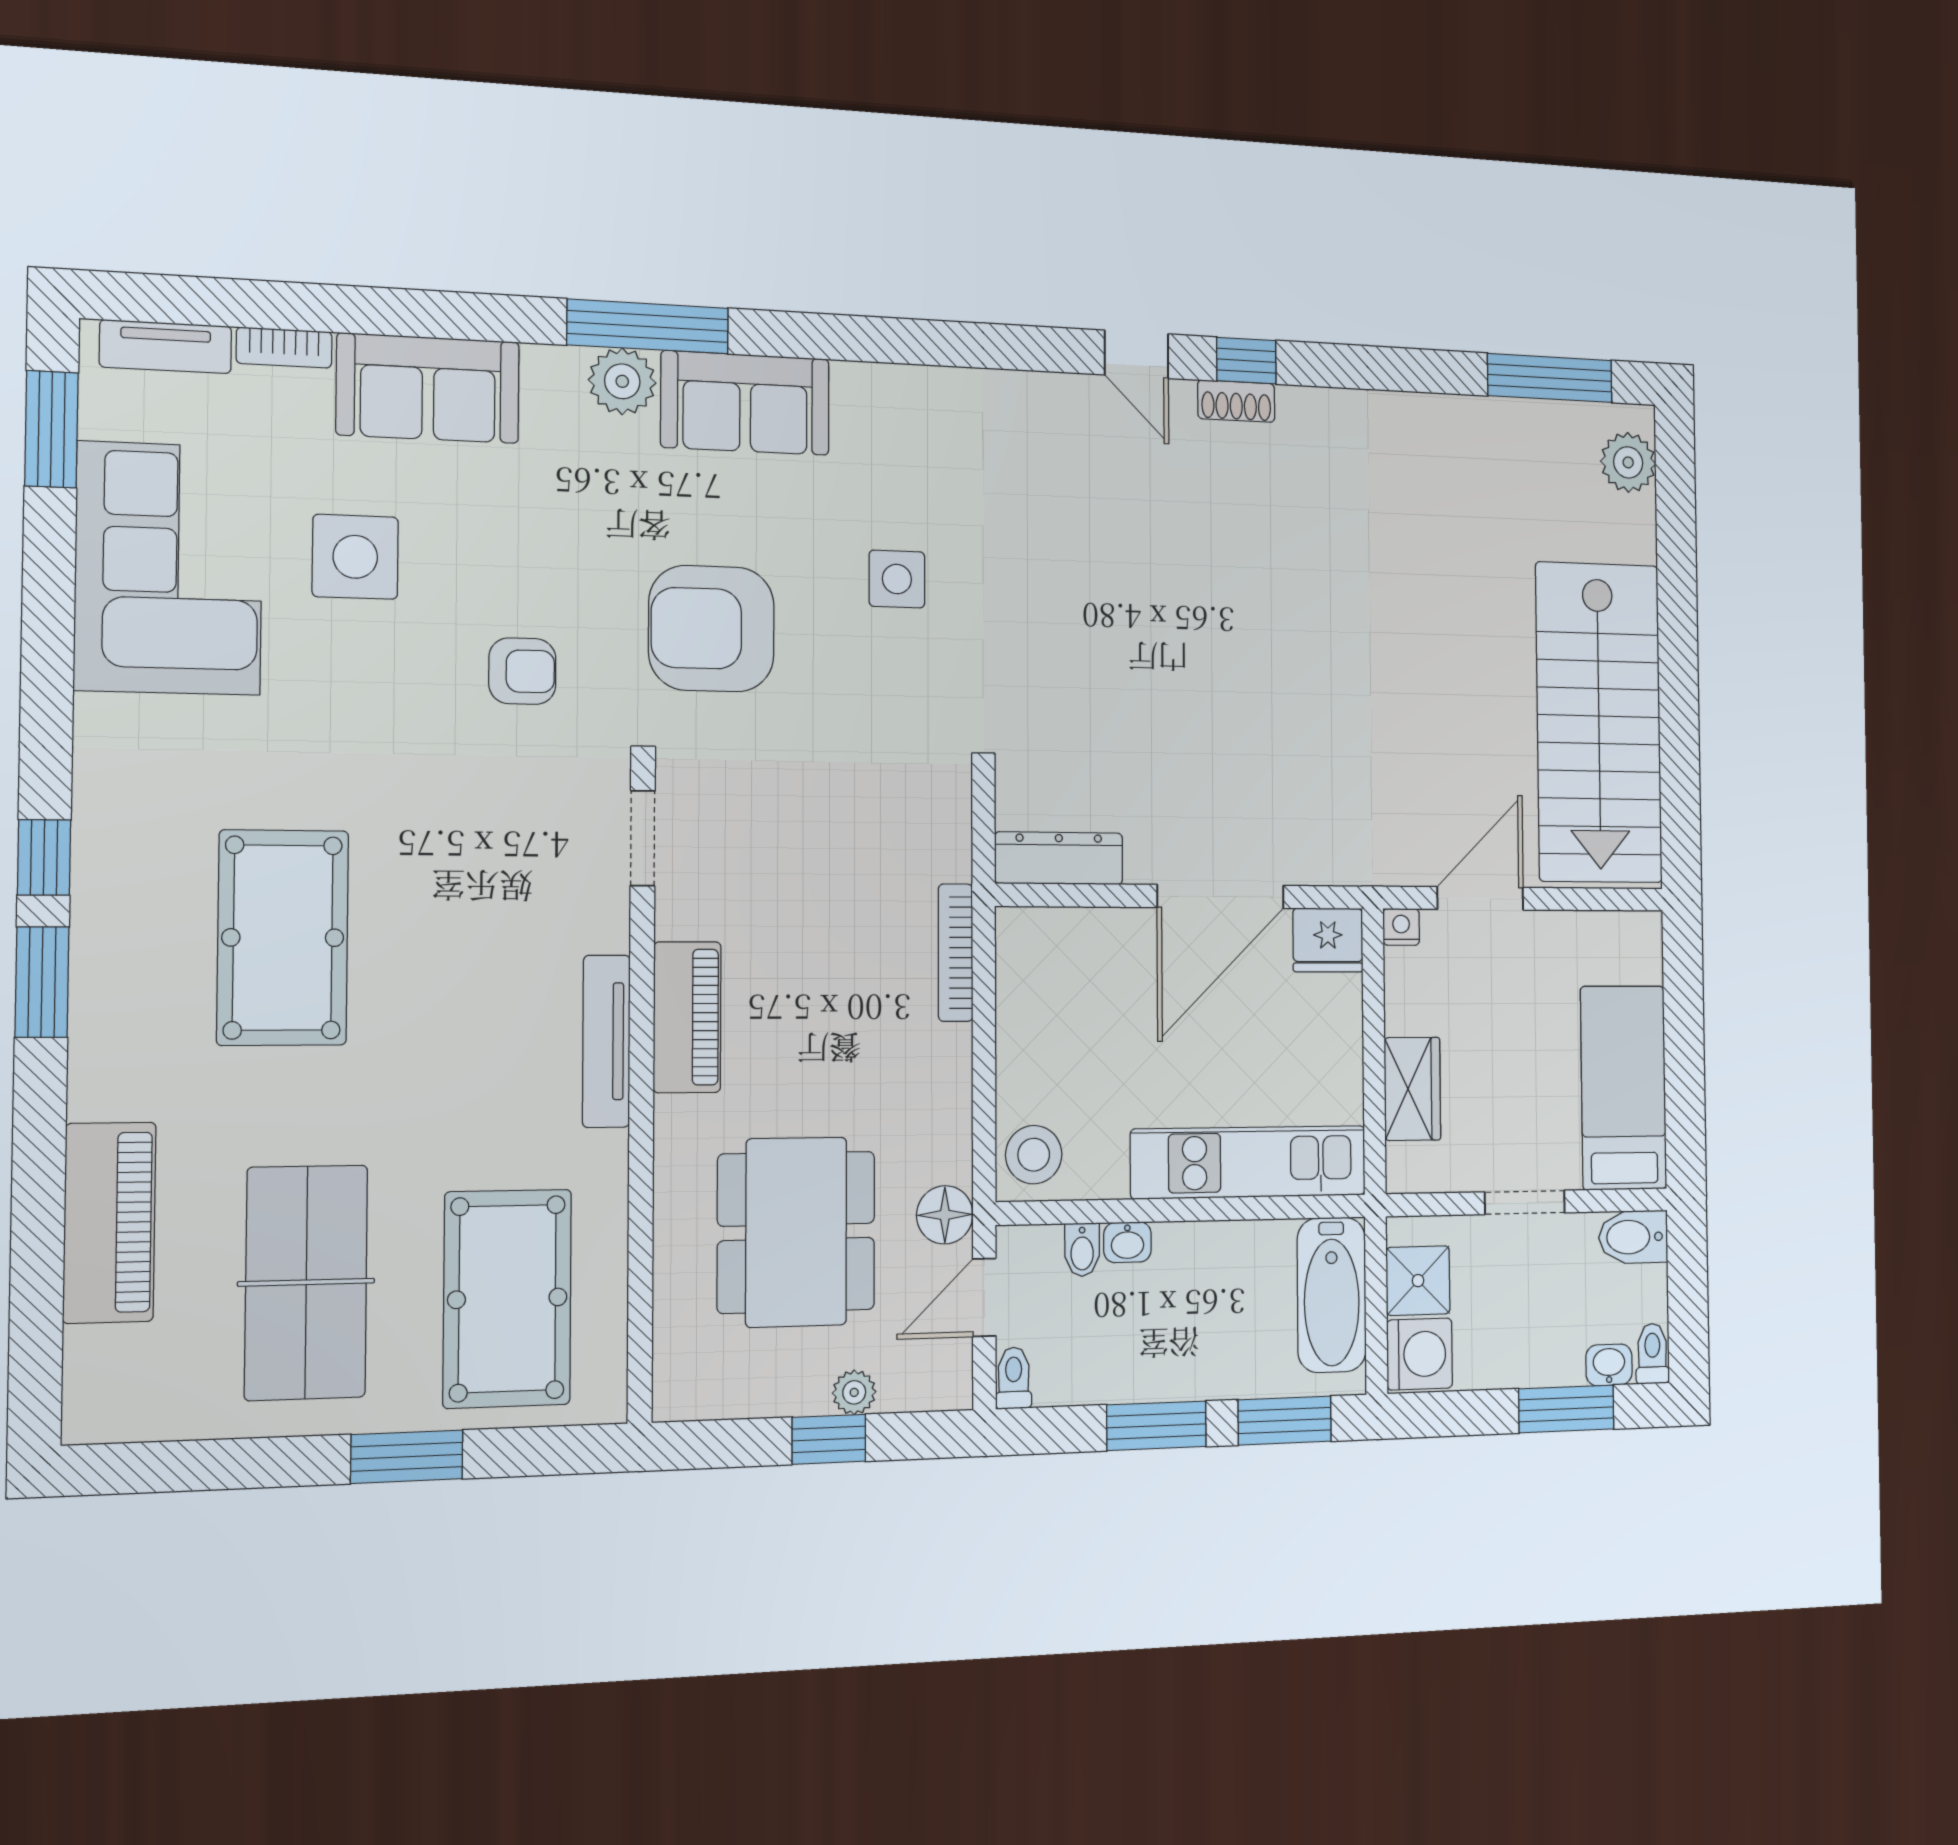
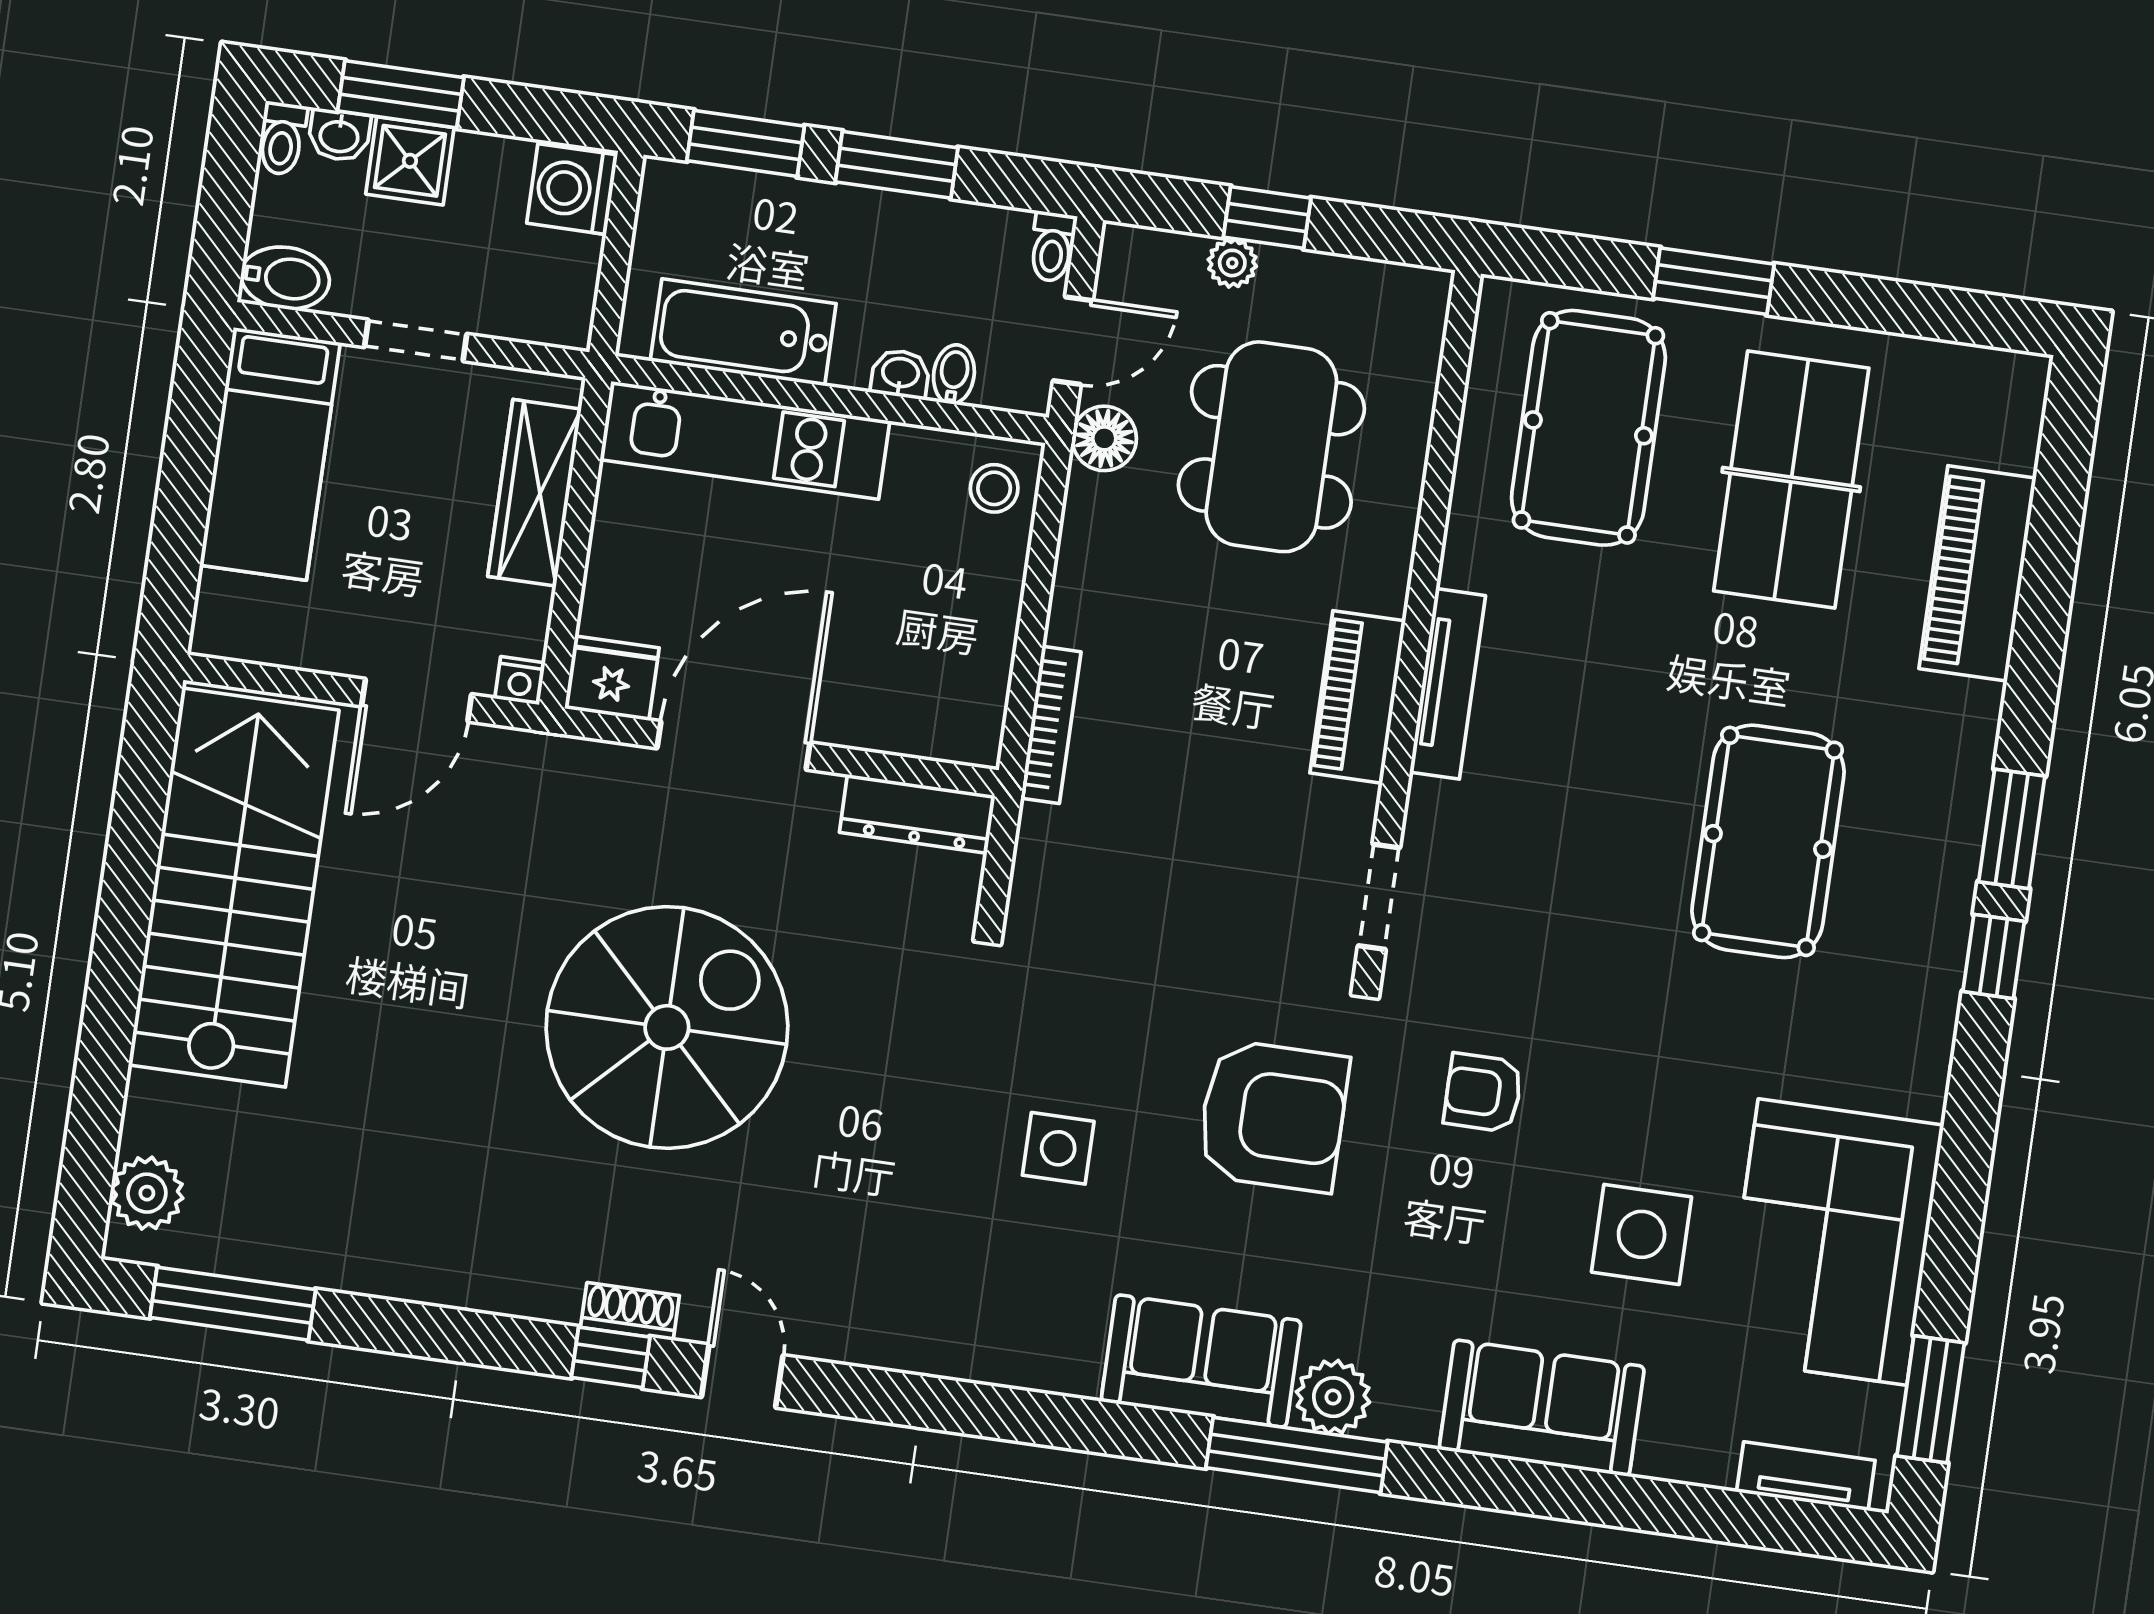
bookcase: (284, 348) -> (1686, 1465), removed
spiral stairs: (1241, 647) -> (667, 1027), added
wardrobe: (1412, 1089) -> (535, 493), width x1.50
stool: (1034, 1155) -> (994, 488), width x0.73, depth x0.73
shower: (1418, 1281) -> (410, 161), moved
bathtub: (1332, 1295) -> (743, 332), moved, turned -90

